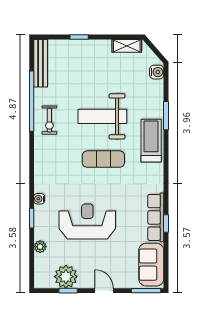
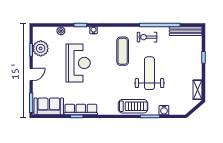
water cooler: (157, 72) -> (164, 110), moved
exercise mat: (103, 159) -> (123, 51), moved

